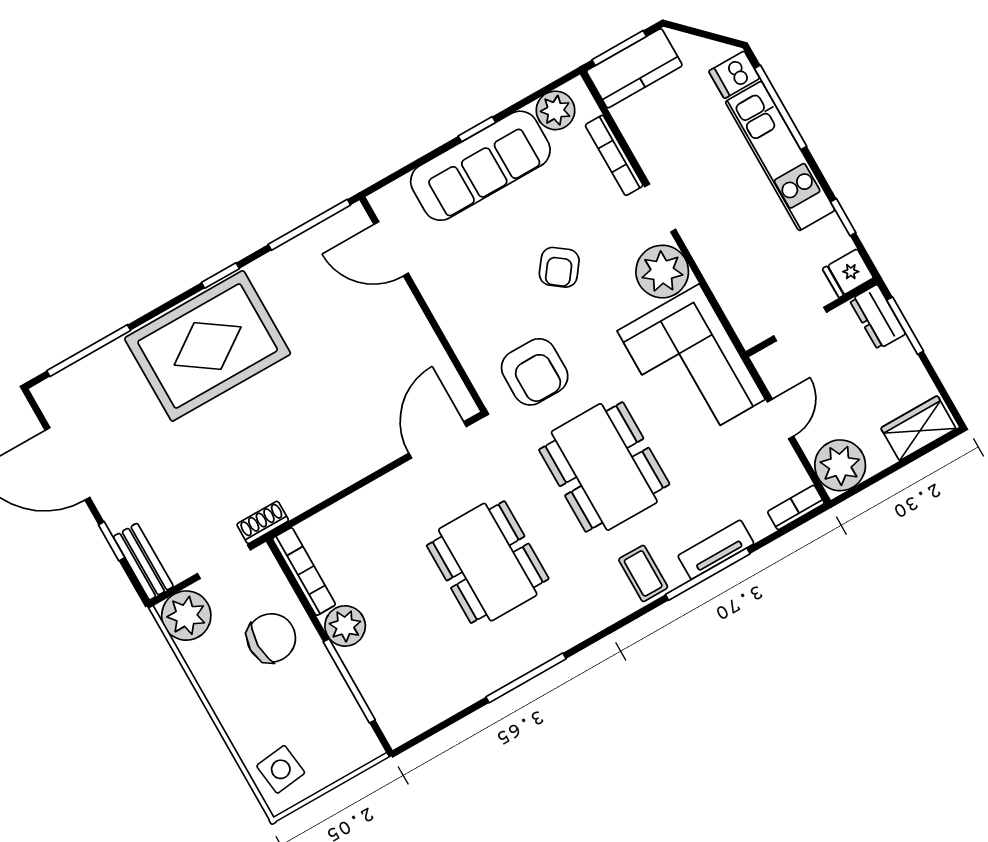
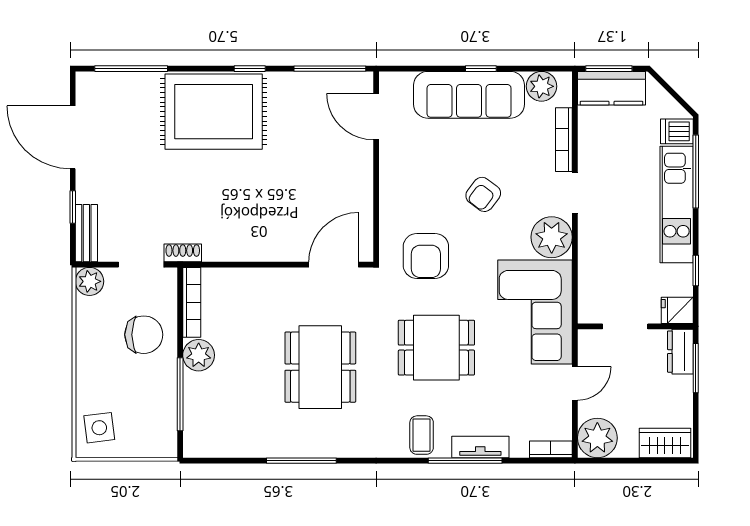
dining table: (604, 467) -> (436, 348), width x0.73
plant: (186, 616) -> (90, 281), width x0.73, depth x0.73

